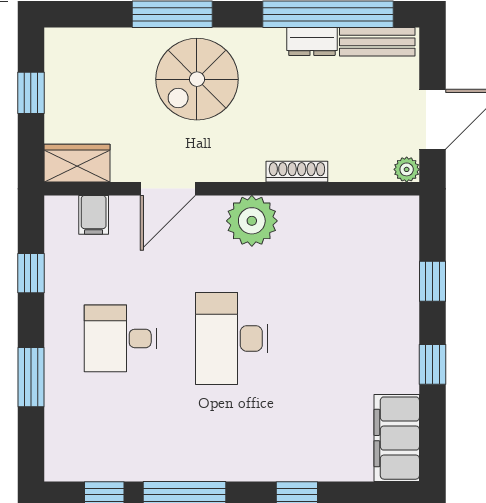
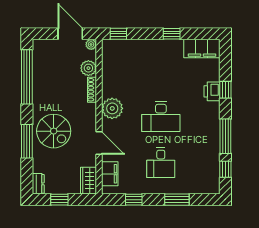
dresser: (312, 42) -> (38, 184), moved
bench: (377, 42) -> (38, 57), removed
plant: (349, 163) -> (88, 68), added
filing cabinet: (94, 215) -> (110, 174), width x2.00
window: (432, 281) -> (118, 34), moved
printer: (293, 462) -> (212, 91), added

